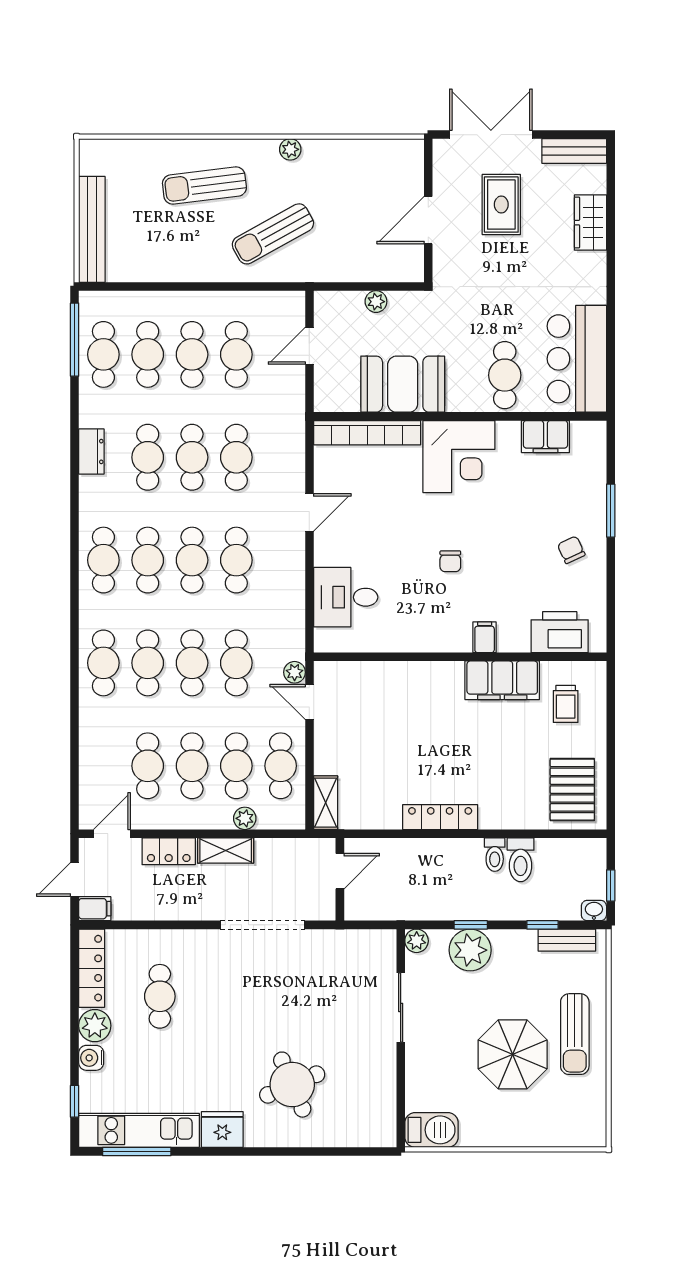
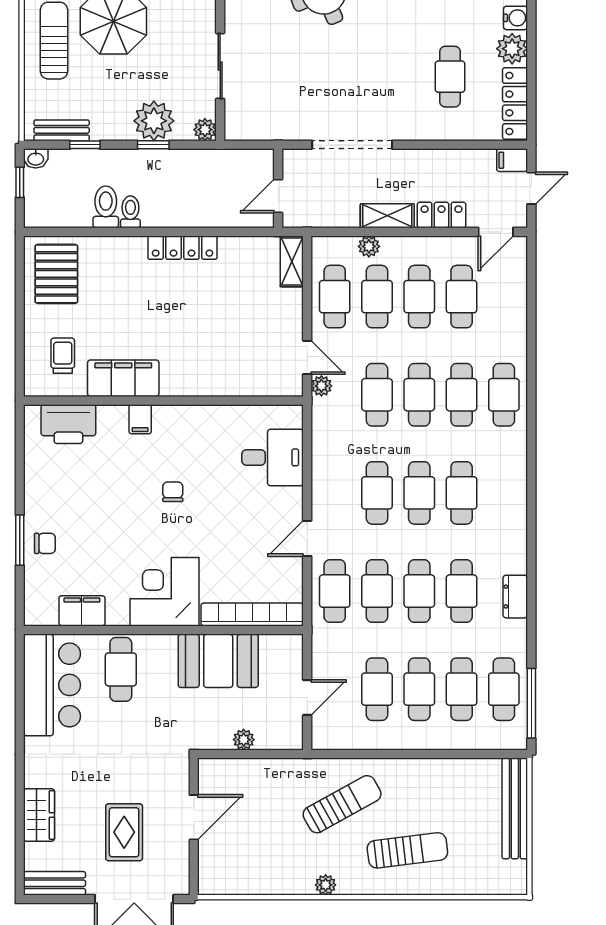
chair: (571, 550) -> (45, 543), moved, turned -65
cafe table: (103, 560) -> (335, 591), moved

